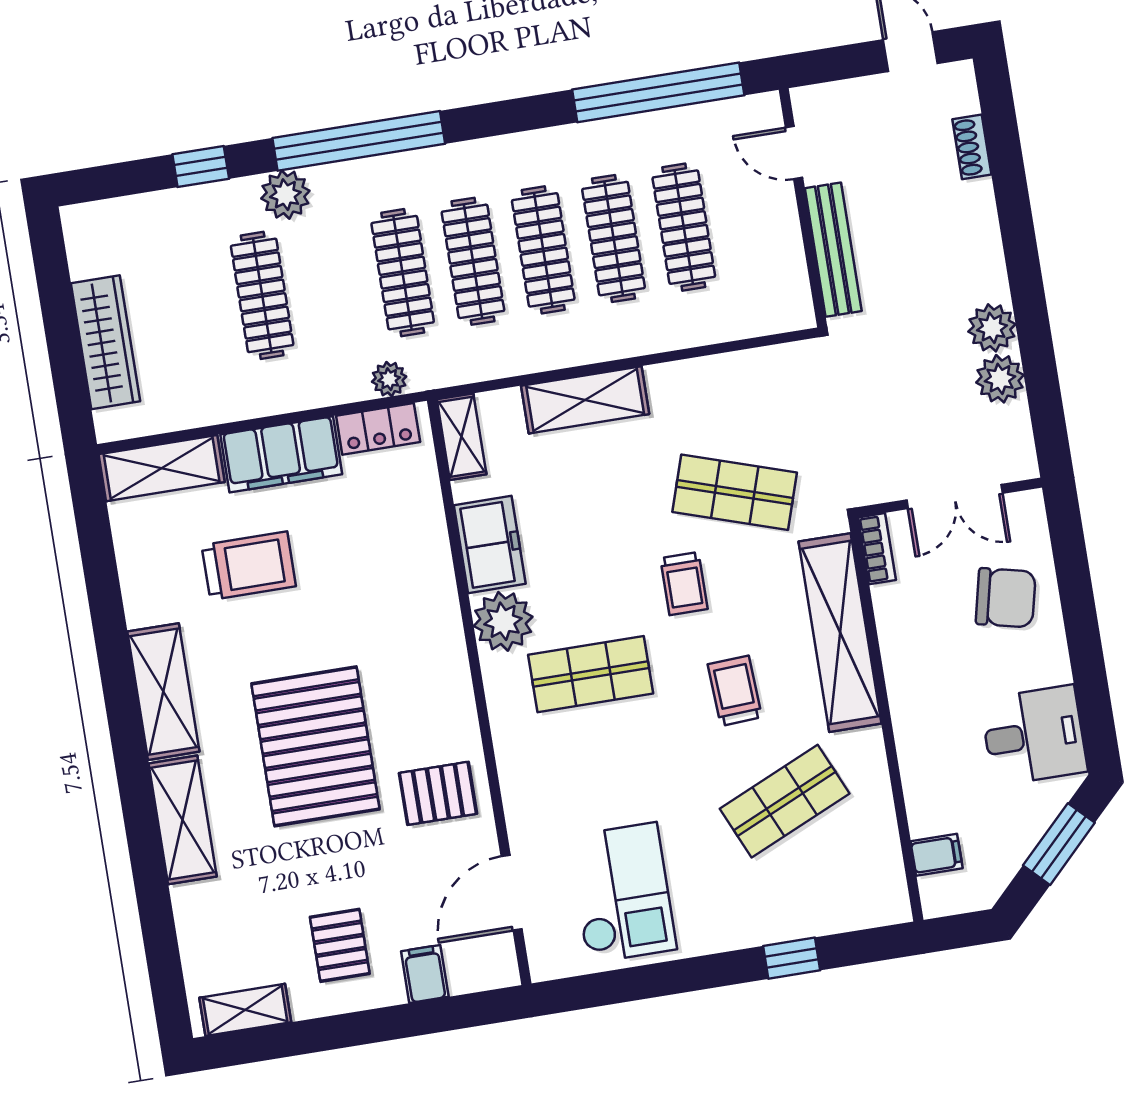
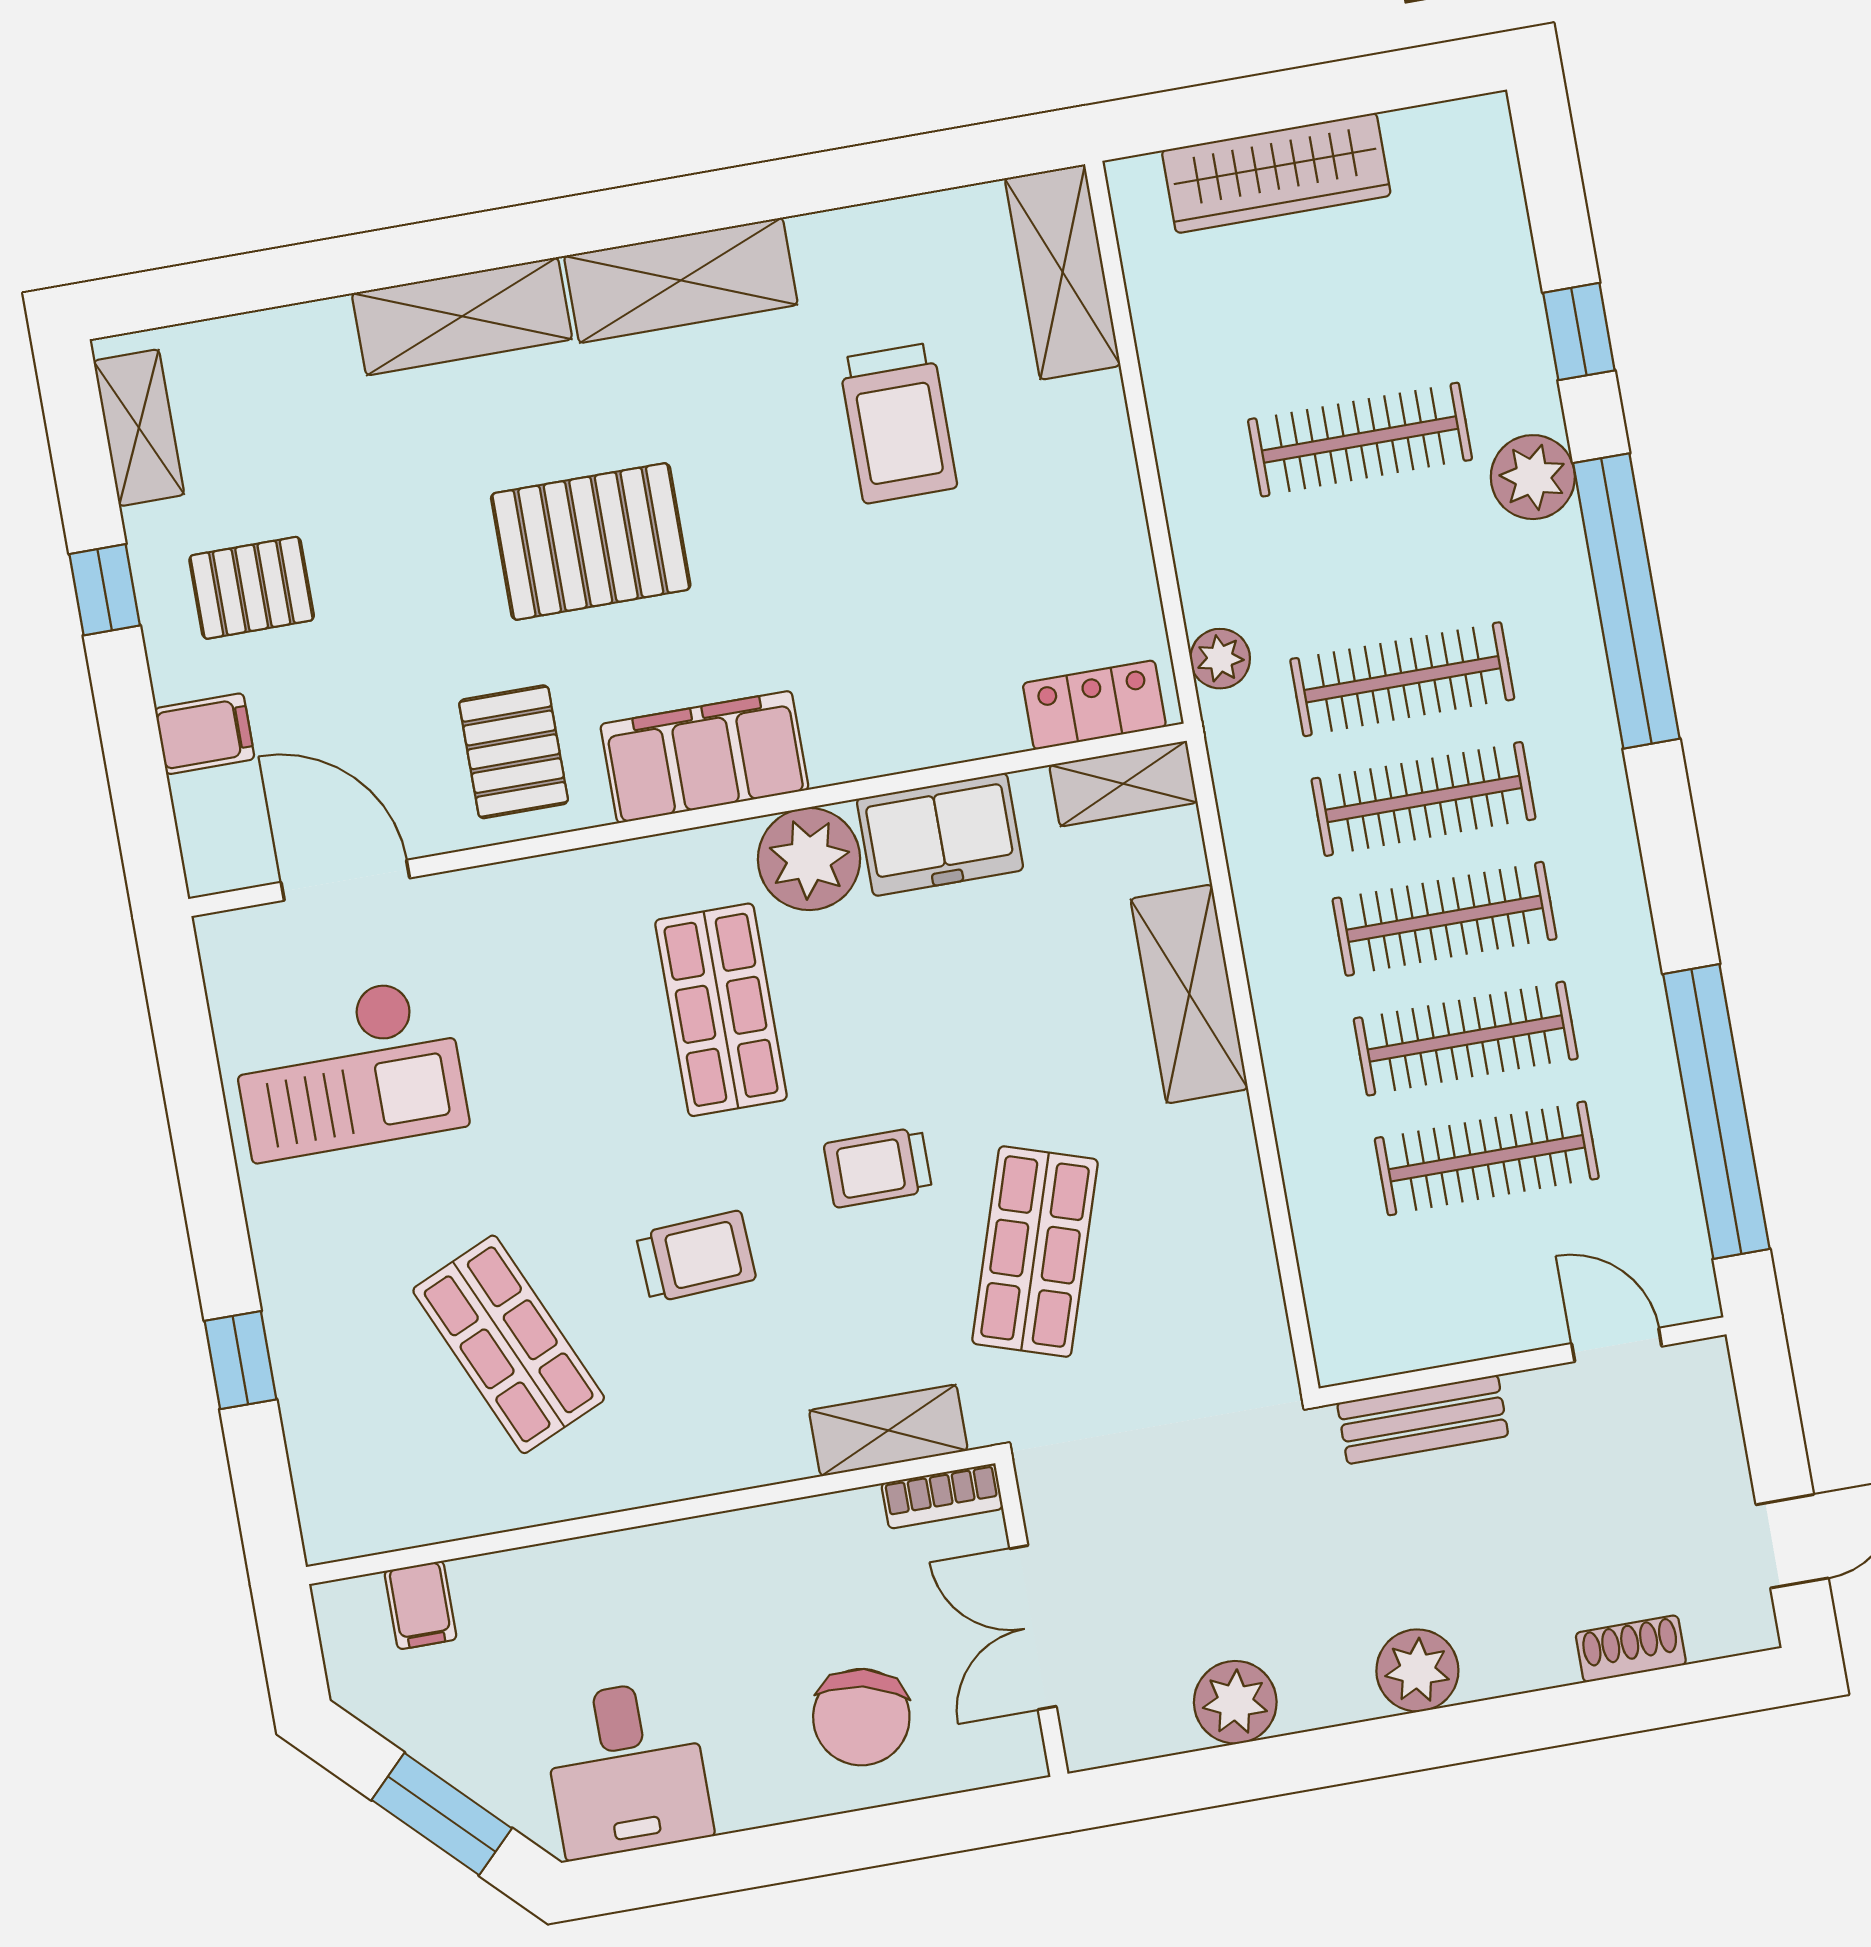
door: (794, 153) -> (1617, 1345), hinge flipped
bench: (833, 250) -> (1423, 1419), width x0.73
plant: (992, 328) -> (1417, 1670), moved
locker: (378, 429) -> (1094, 705), moved, turned 90
filing cabinet: (281, 454) -> (704, 757), moved, turned 90
shelving: (840, 633) -> (888, 1430), width x0.45, depth x0.75
pallet: (315, 746) -> (591, 542), width x0.73, depth x0.71
window: (340, 1031) -> (105, 590), added

